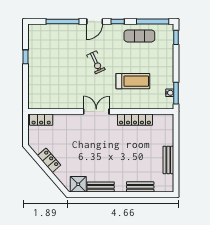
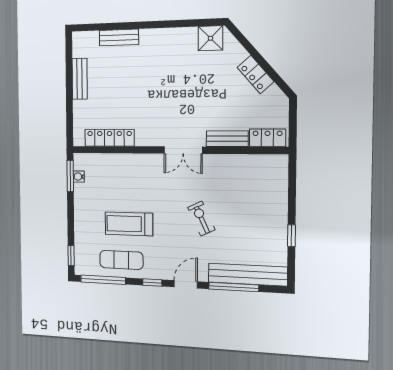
bench: (53, 30) -> (248, 275), added
exercise bike: (96, 62) -> (201, 219), moved
treadmill: (133, 81) -> (129, 224), moved
locker: (135, 120) -> (109, 138), moved
bench: (101, 187) -> (227, 139), moved

